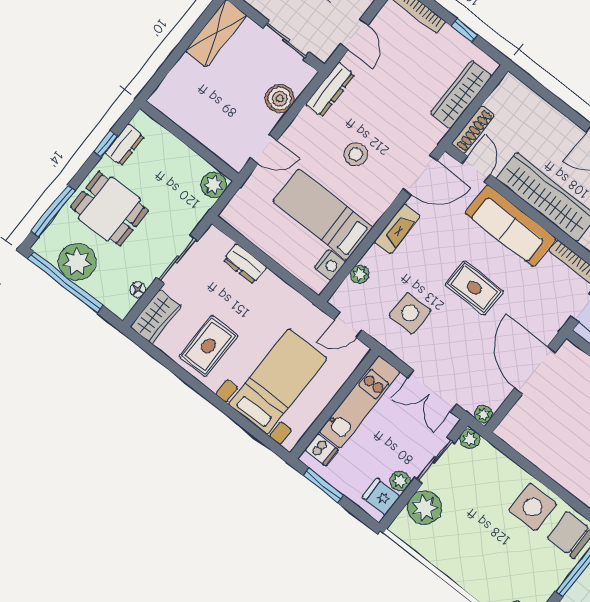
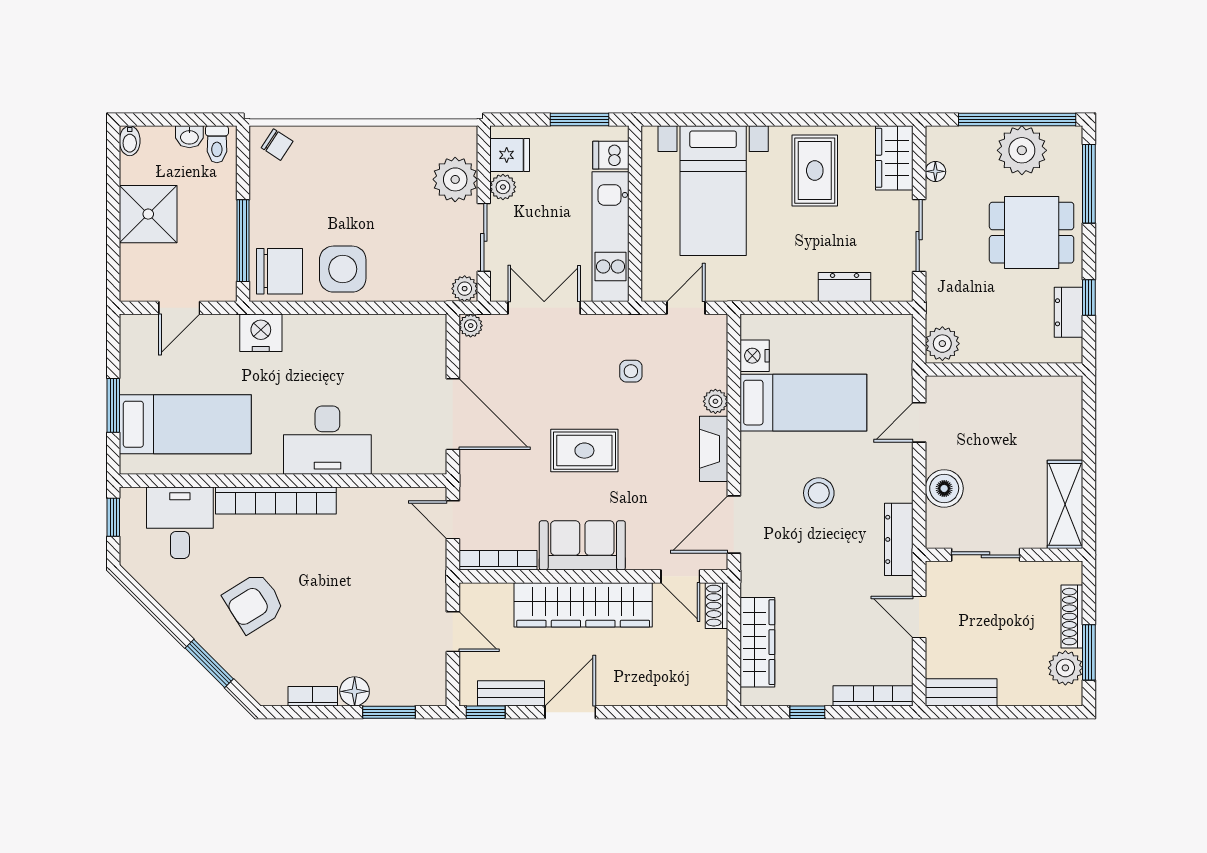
shoe rack: (473, 129) -> (716, 606), width x0.70
sofa: (510, 226) -> (582, 545), width x0.73
plant: (360, 274) -> (715, 401), moved
side table: (410, 313) -> (631, 371), width x0.54, depth x0.54

